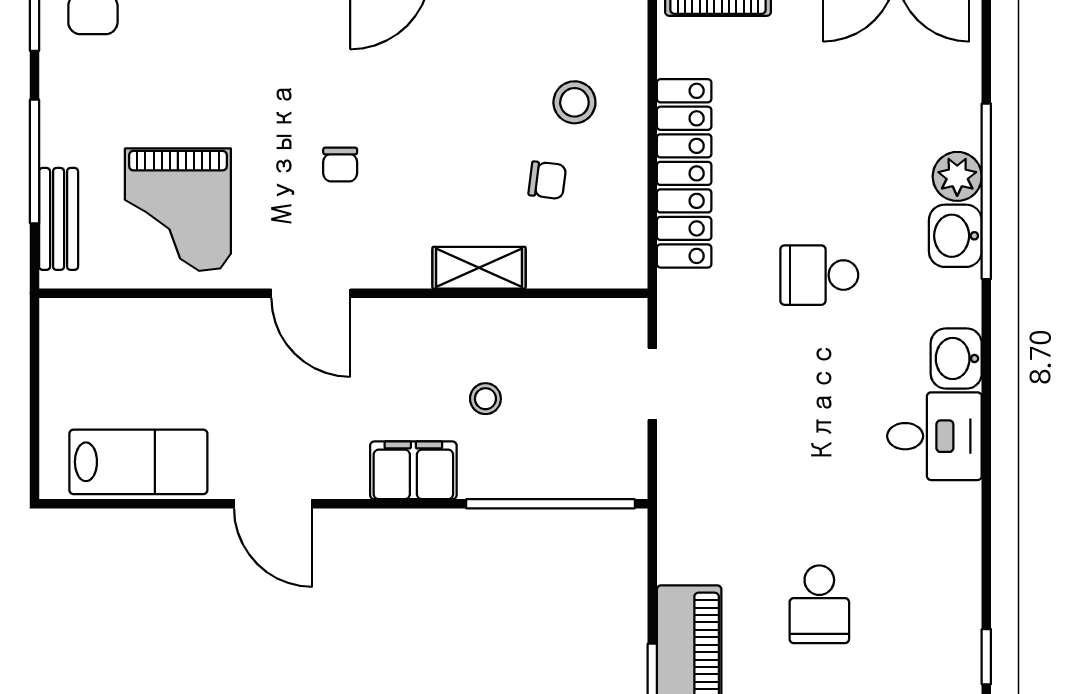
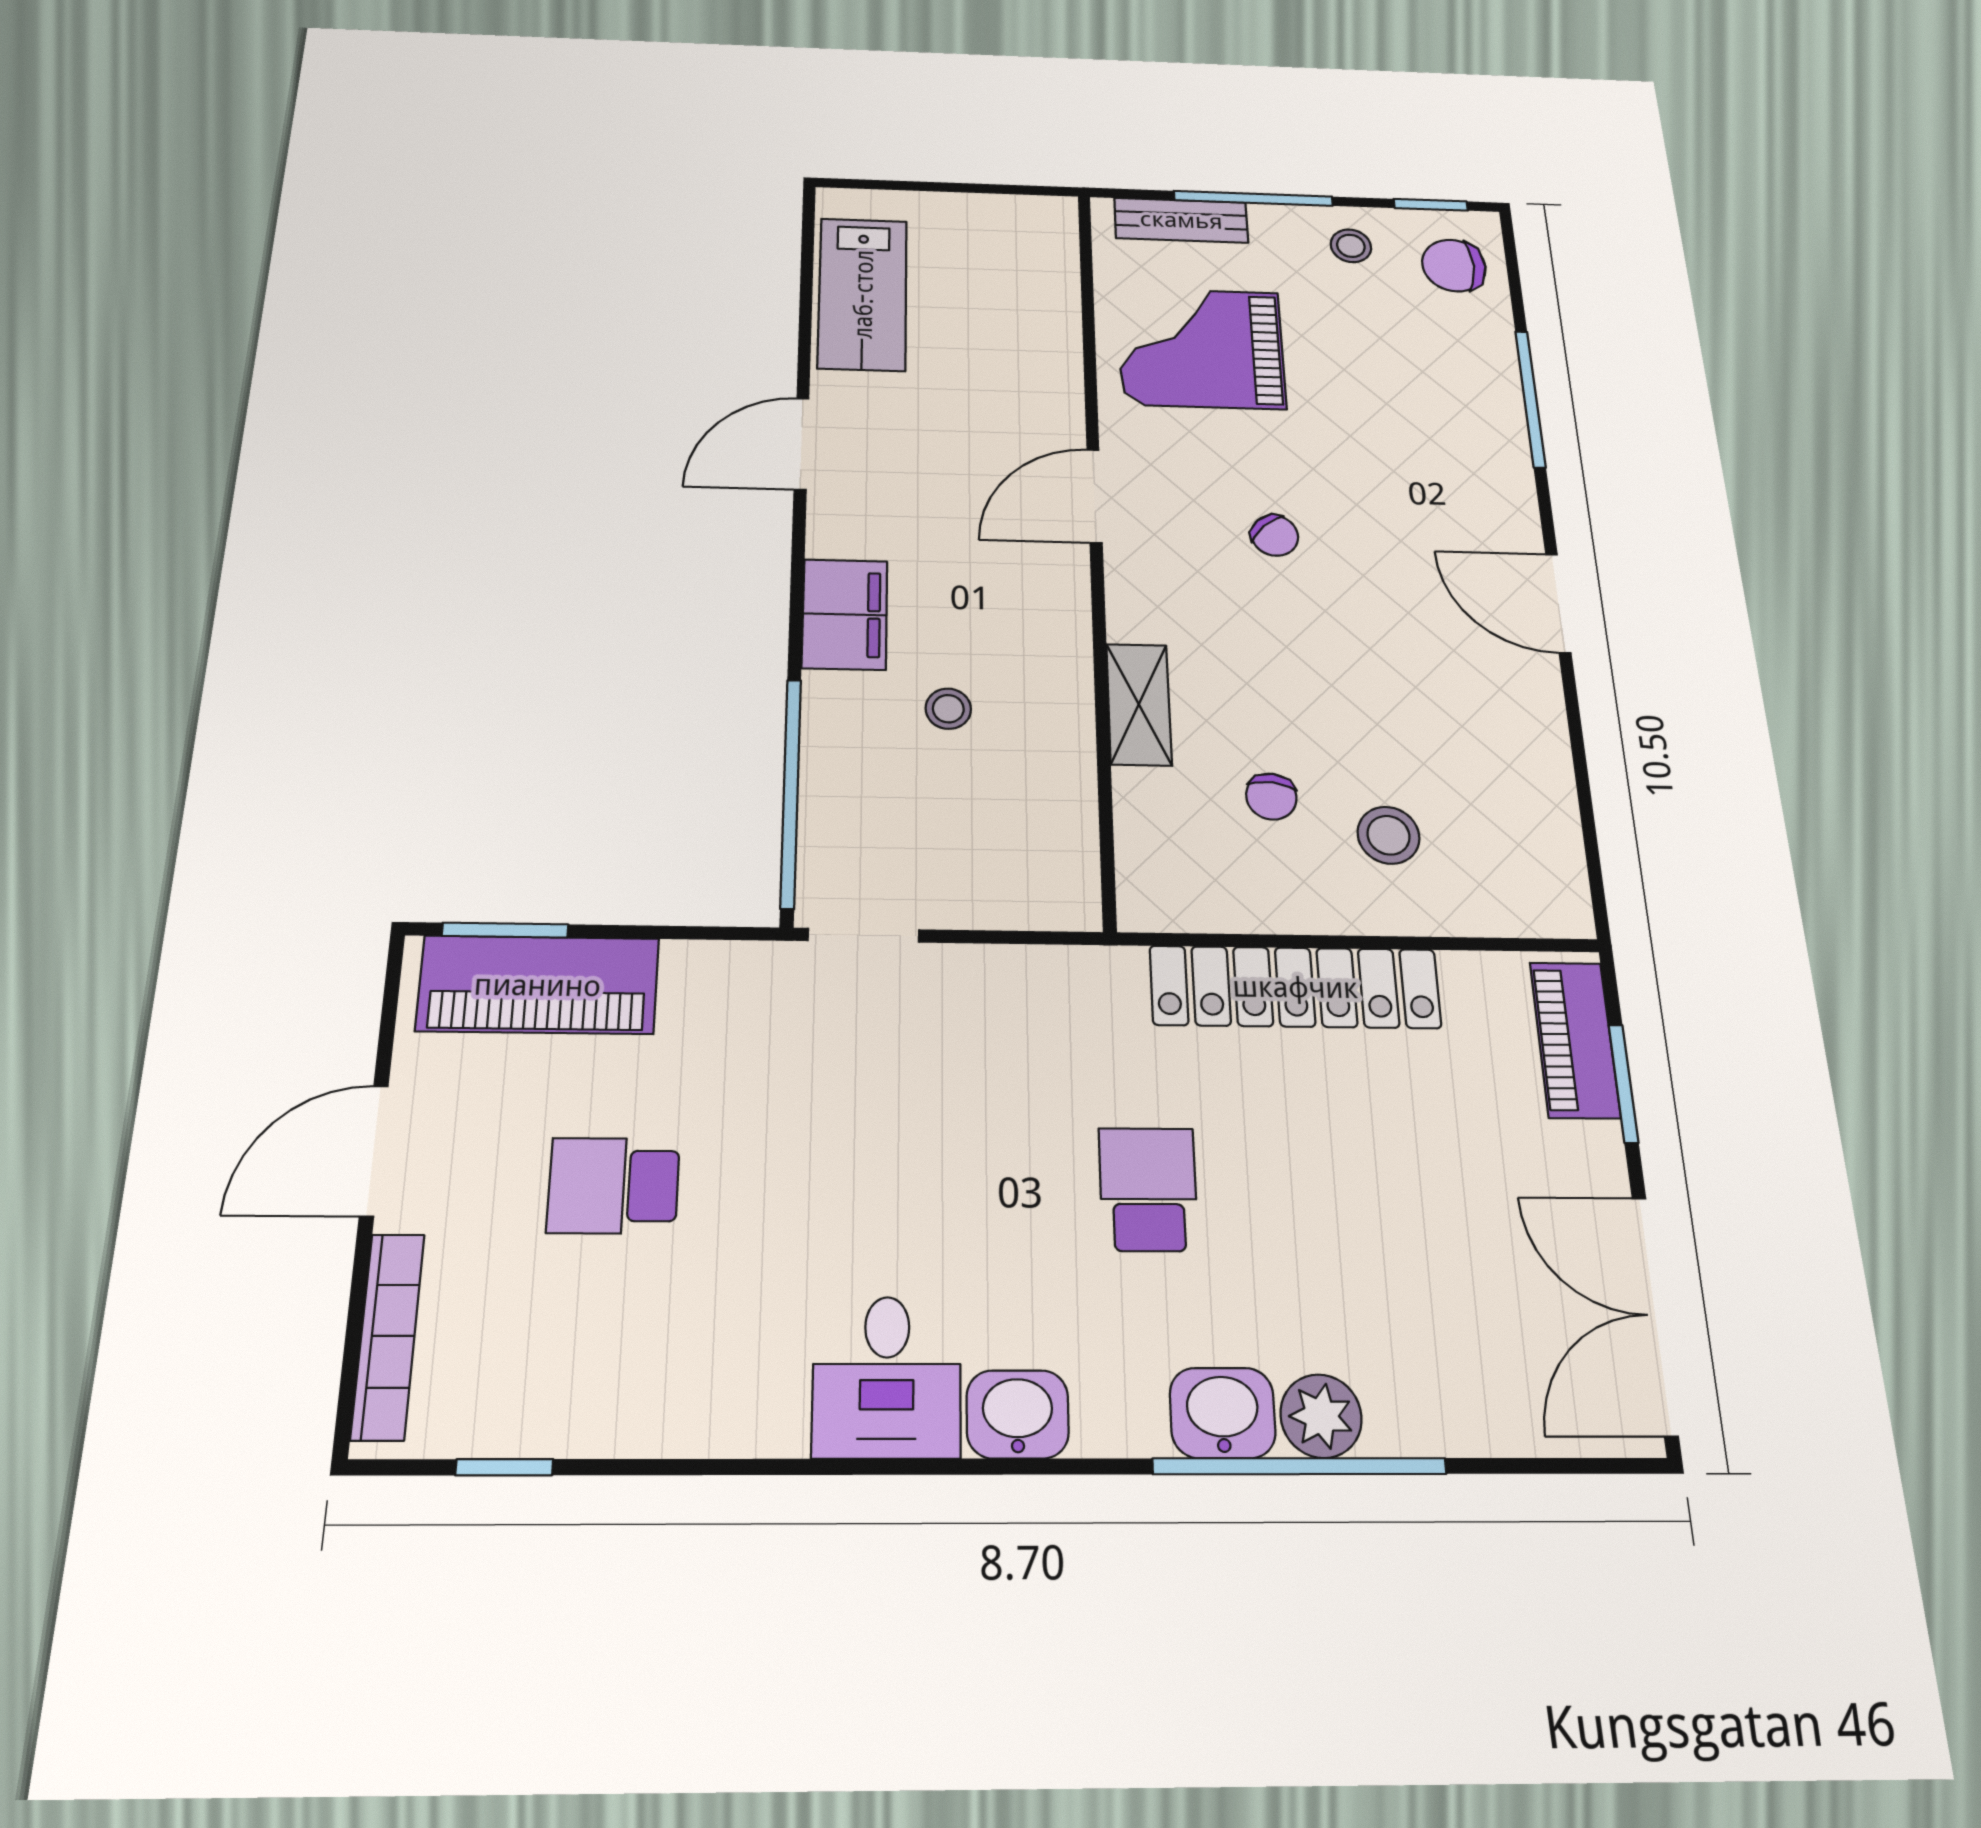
stool: (77, 88) -> (1351, 246), added
chair: (340, 165) -> (1275, 535), turned -133
doorway: (652, 384) -> (864, 935), moved

